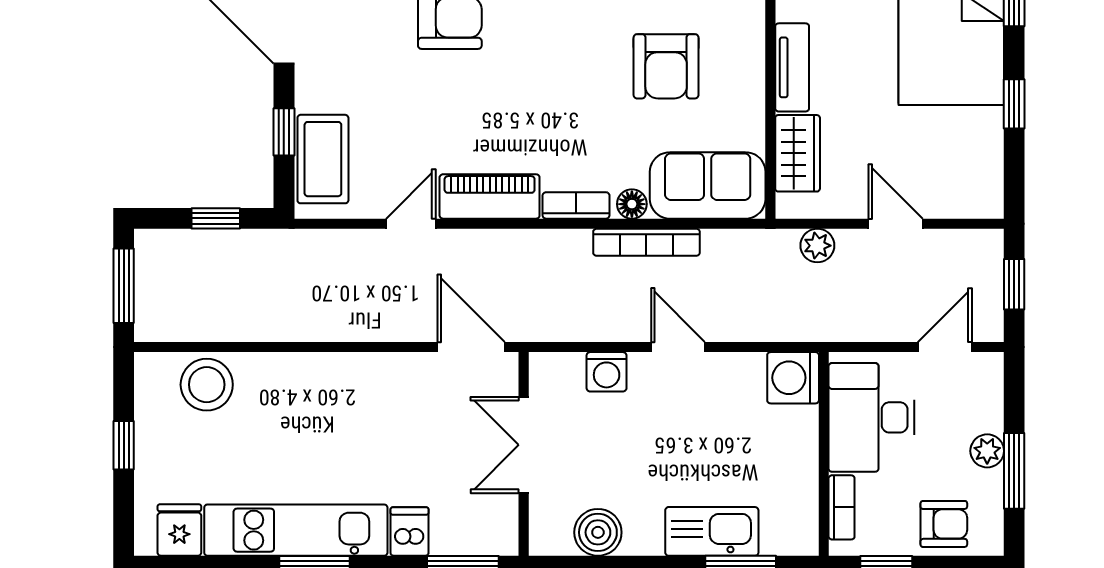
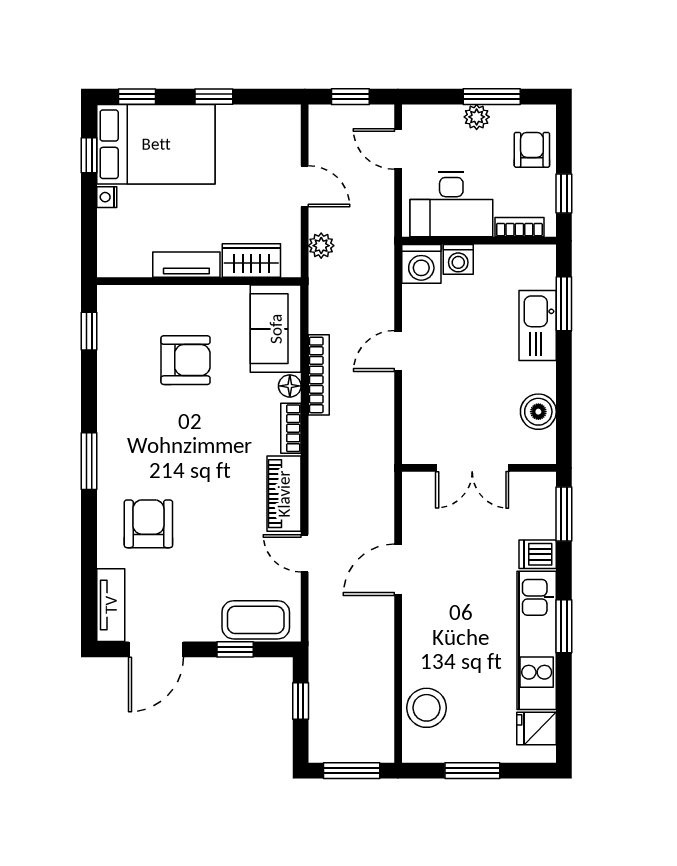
door: (896, 224) -> (305, 186), swing flipped
door: (471, 347) -> (398, 570), moved
washing machine: (607, 372) -> (458, 259), moved, turned 90
window: (124, 445) -> (472, 771), width x1.50

